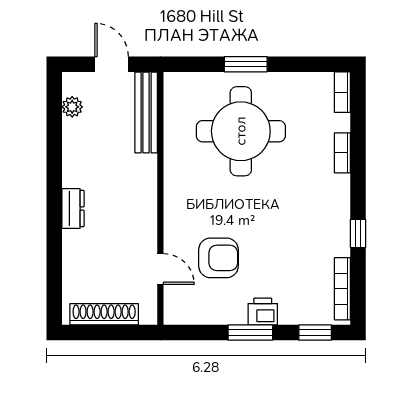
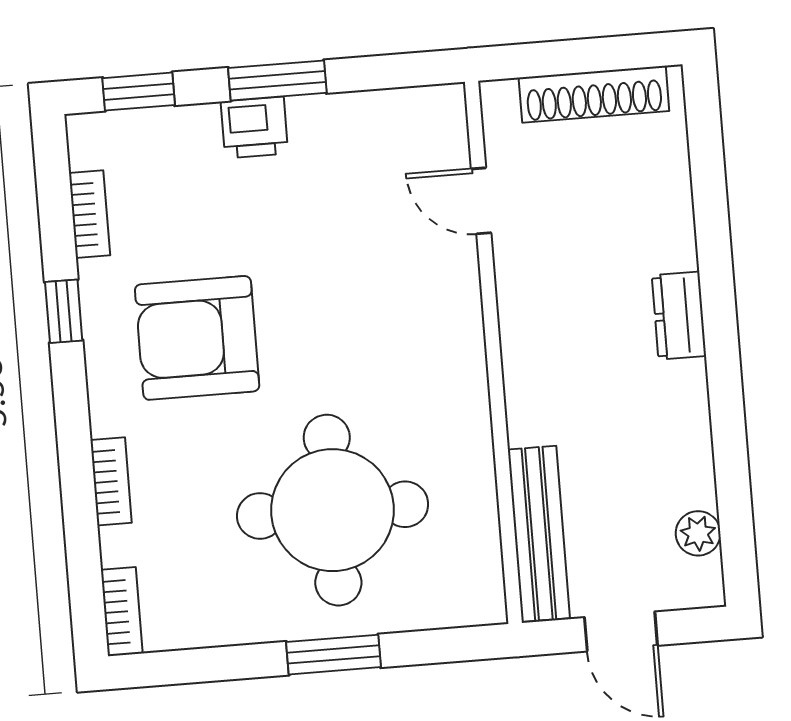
armchair: (218, 258) -> (197, 338), moved, width x1.36, depth x1.36
bookcase: (342, 289) -> (90, 214), width x0.64

